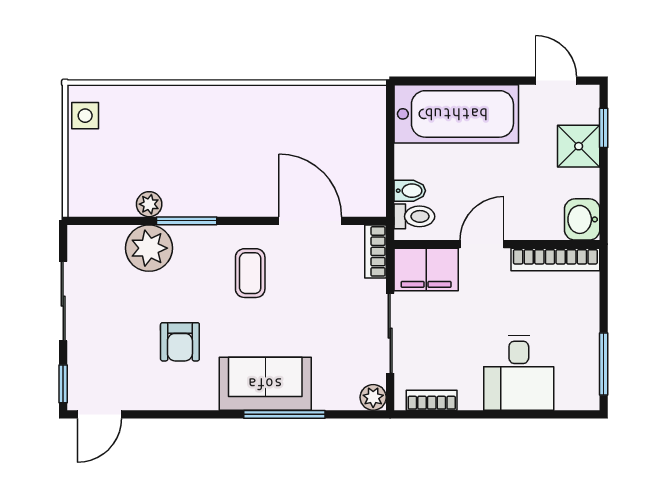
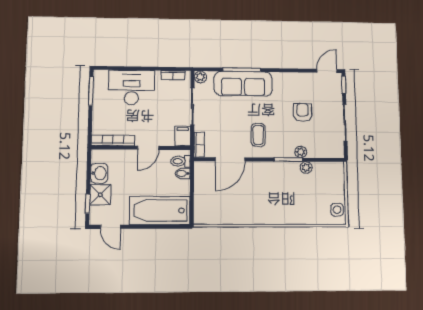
washbasin: (582, 219) -> (99, 173), moved
door: (310, 221) -> (230, 159), hinge flipped
plant: (149, 248) -> (301, 152), width x0.53, depth x0.53
filing cabinet: (426, 269) -> (183, 136), width x0.50
armchair: (180, 342) -> (303, 112), moved
desk: (519, 373) -> (132, 87), width x1.37
sofa: (265, 384) -> (243, 84), width x1.36

